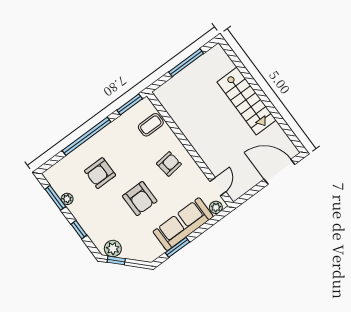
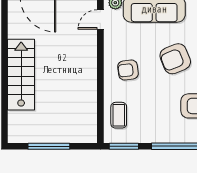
coffee table: (151, 125) -> (119, 115), turned 90
armchair: (140, 199) -> (175, 59), turned -112

